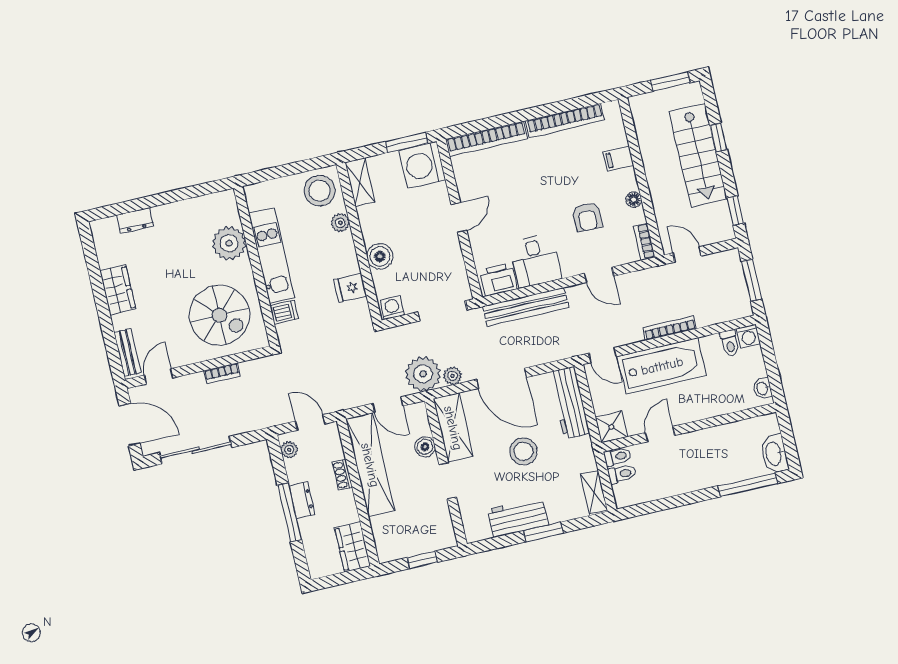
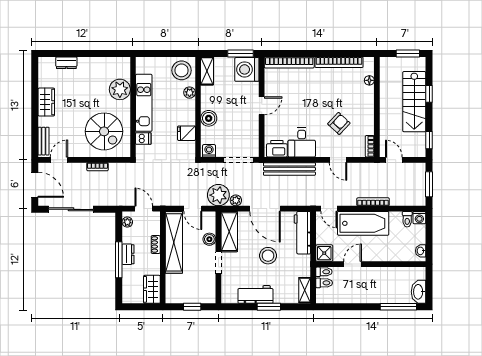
filing cabinet: (618, 158) -> (366, 93), removed
floor lamp: (634, 200) -> (369, 80), moved
armchair: (587, 217) -> (339, 123), turned -137

